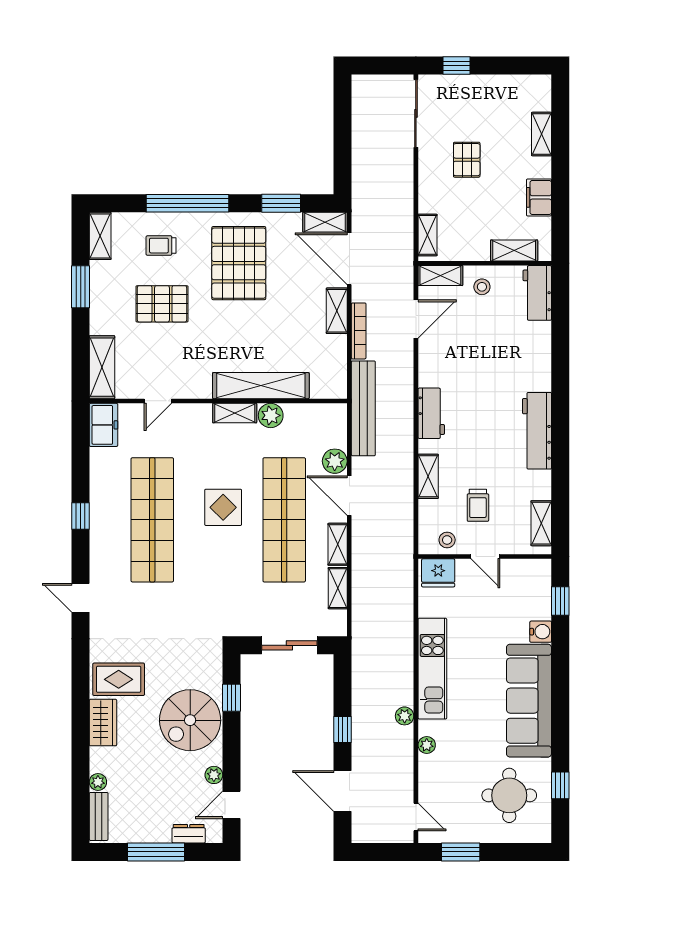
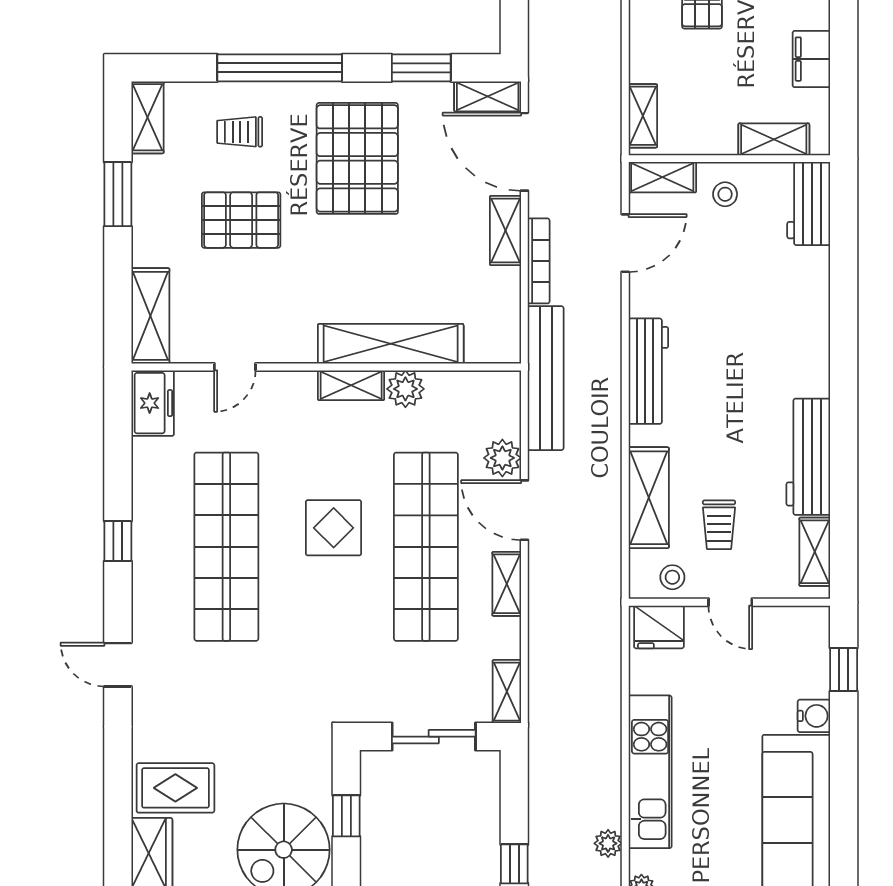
workbench: (431, 413) -> (648, 371), width x1.38
workbench: (537, 431) -> (808, 457), moved
shelving: (428, 476) -> (649, 498), width x1.50, depth x1.33
shelving: (338, 588) -> (507, 692), moved

